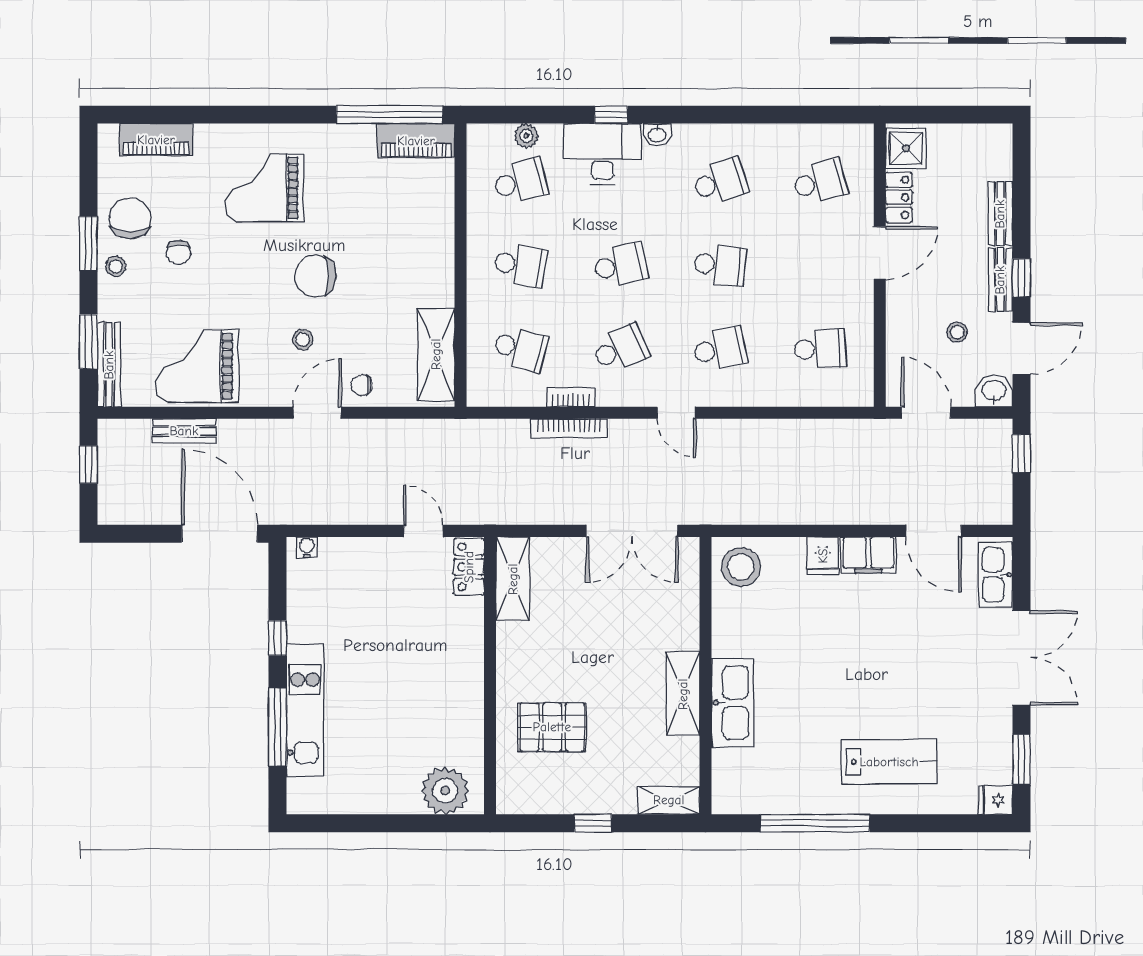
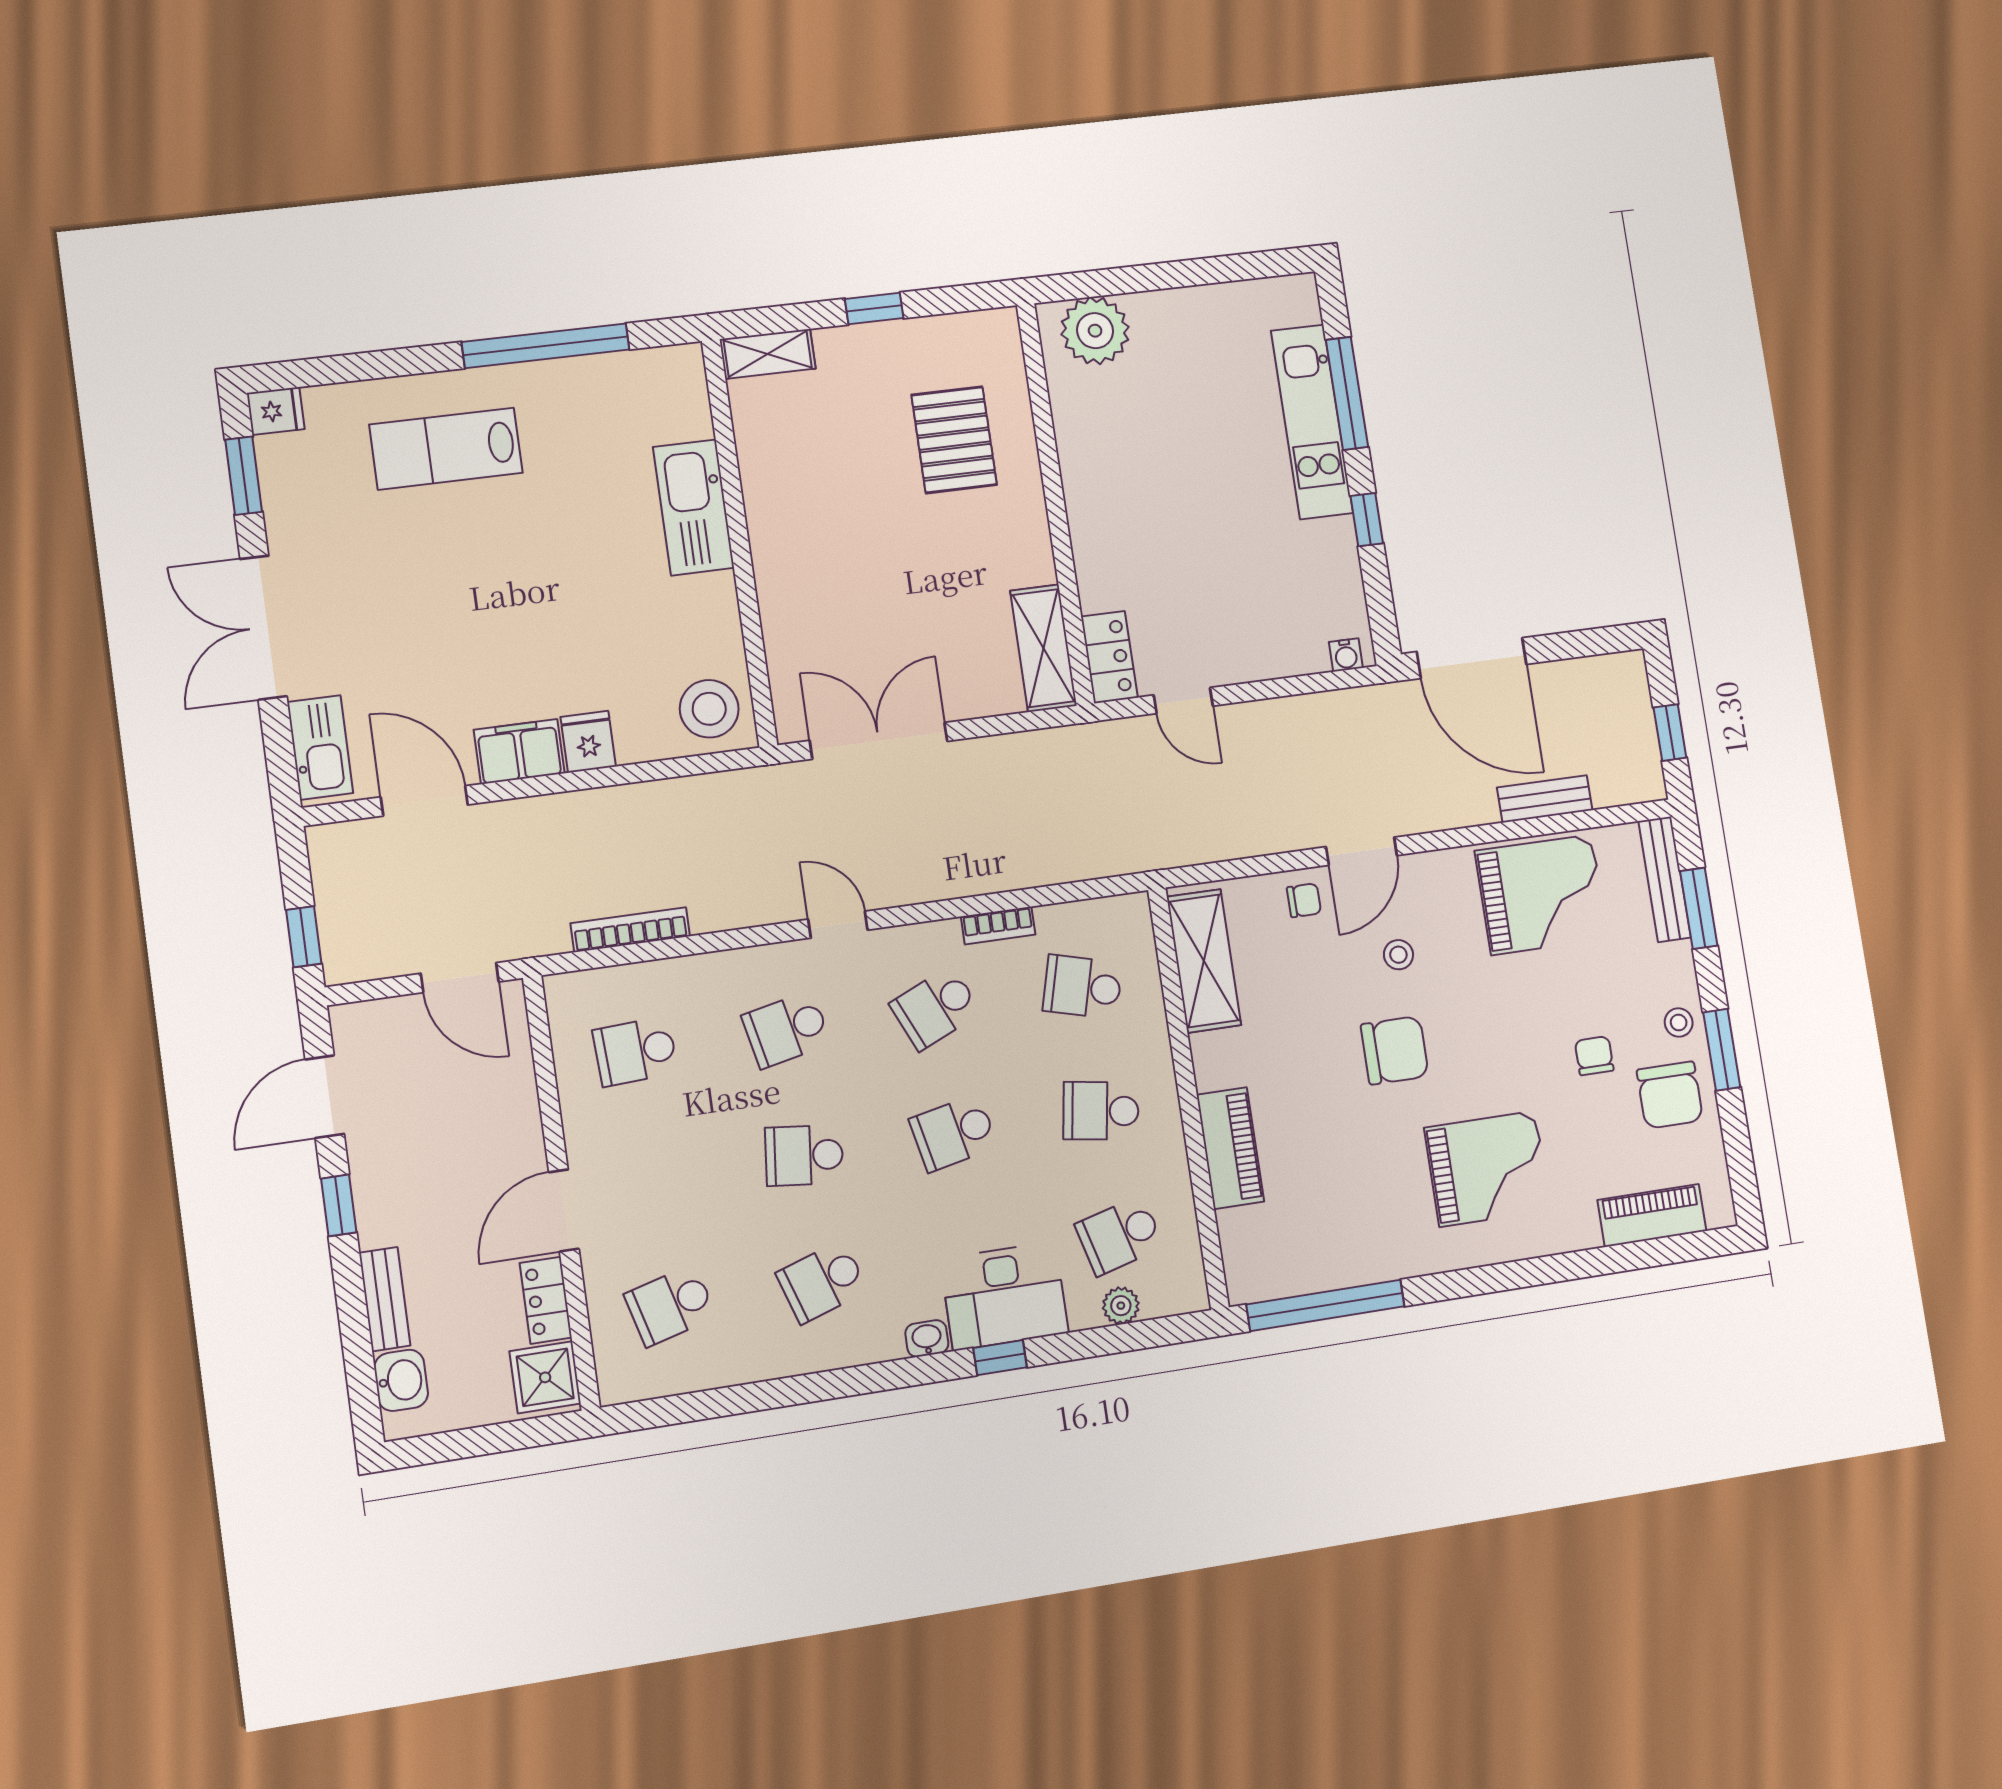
piano: (416, 141) -> (1230, 1148), moved, turned 90
bench: (1000, 280) -> (371, 1197), removed
stool: (957, 332) -> (428, 1107), removed
washbasin: (994, 391) -> (401, 1380), moved, turned -90
bookcase: (569, 428) -> (630, 930), moved
shelving: (683, 694) -> (769, 512), removed
pallet: (552, 727) -> (954, 440), turned 90

